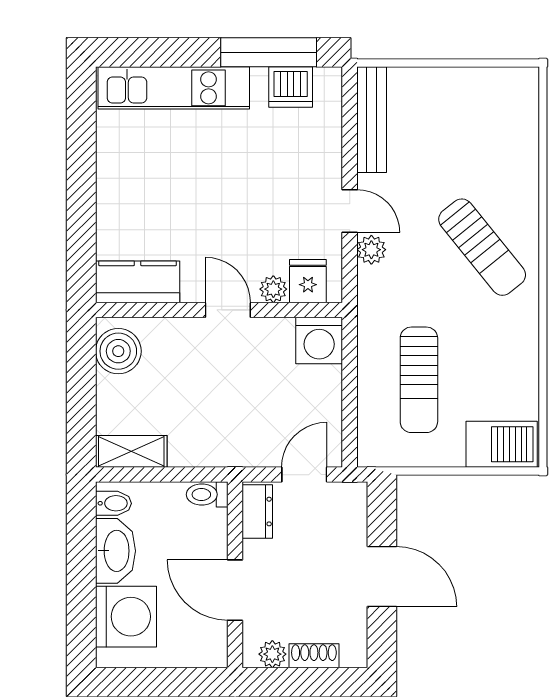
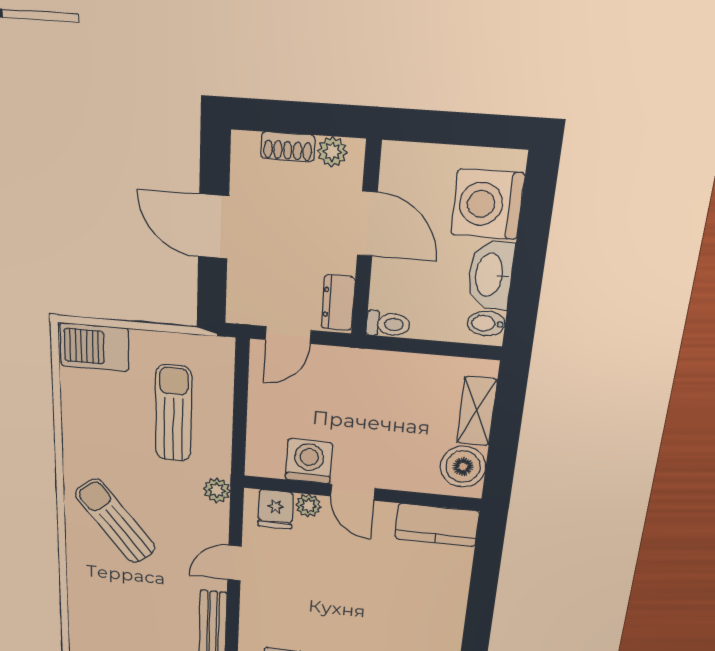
door: (350, 211) -> (235, 563), hinge flipped
plant: (371, 250) -> (217, 490), moved
washing machine: (319, 340) -> (309, 461), moved
shelving: (131, 451) -> (477, 411), moved, turned 90

